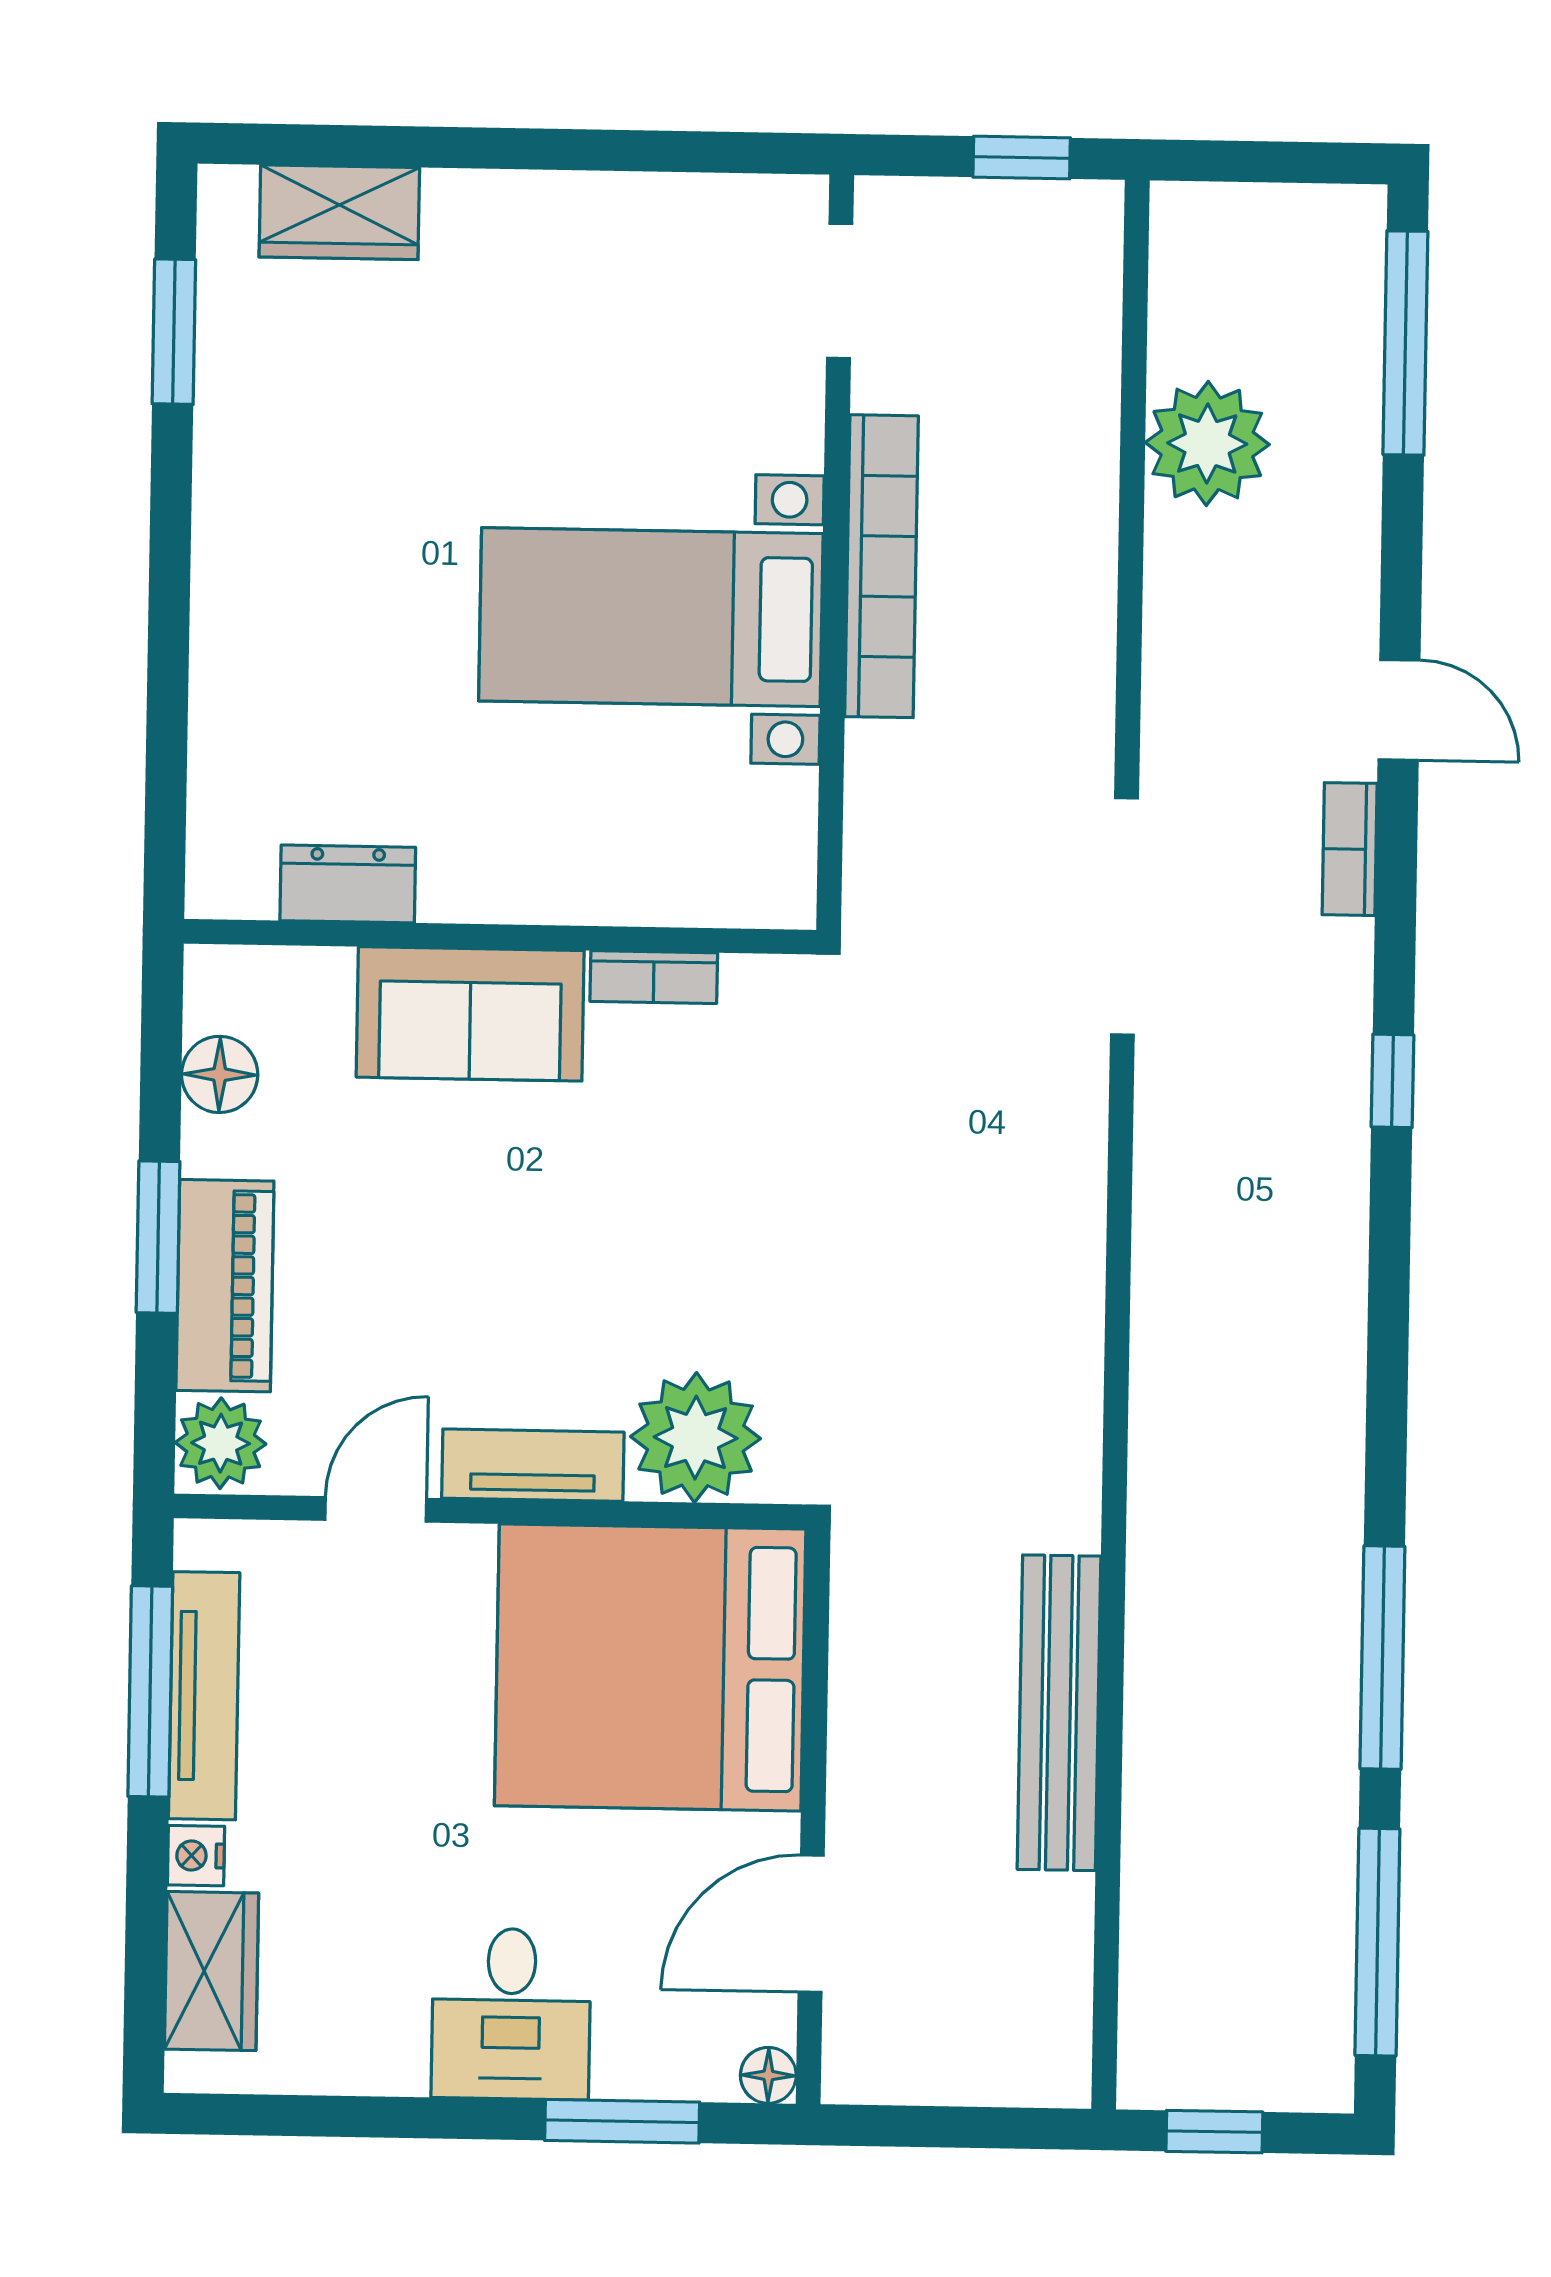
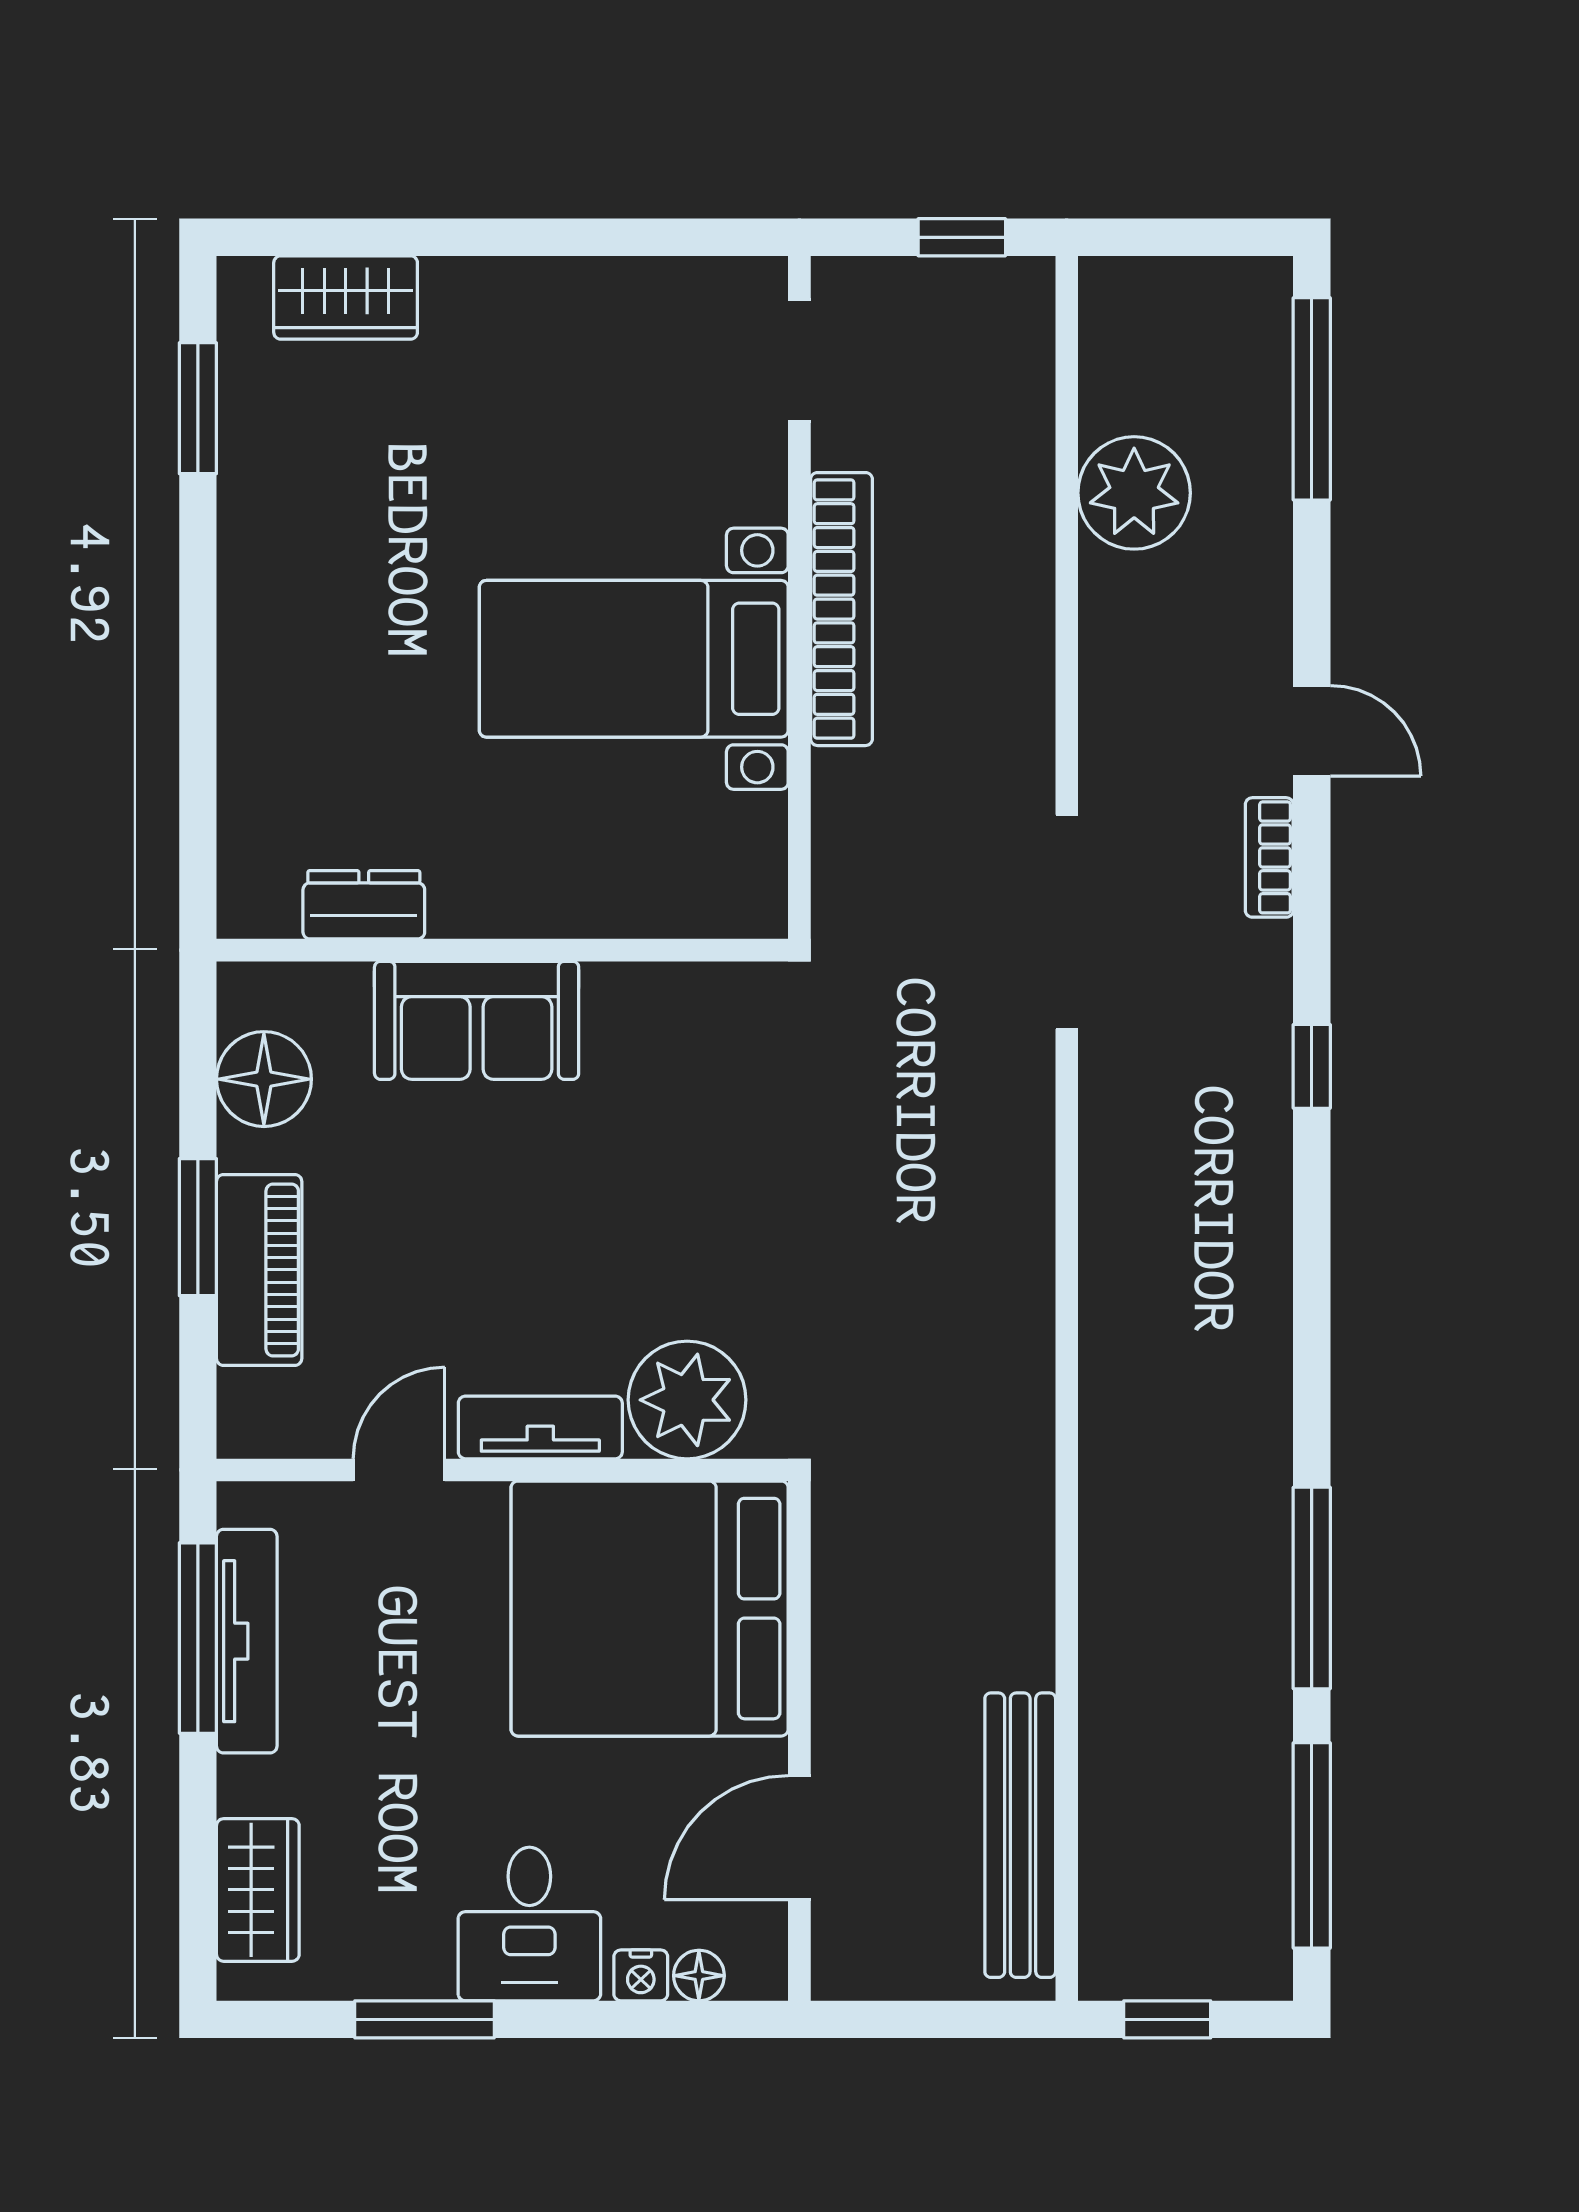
bookcase: (654, 977) -> (642, 984), removed
floor lamp: (220, 1074) -> (264, 1079), width x1.38, depth x1.38
plant: (221, 1443) -> (258, 1413), removed
bench: (1059, 1713) -> (1020, 1835), moved
nightstand: (196, 1856) -> (641, 1975), moved, turned -90
floor lamp: (768, 2075) -> (699, 1976), moved
window: (622, 2121) -> (424, 2019), moved

